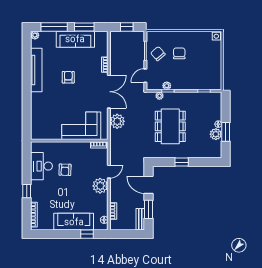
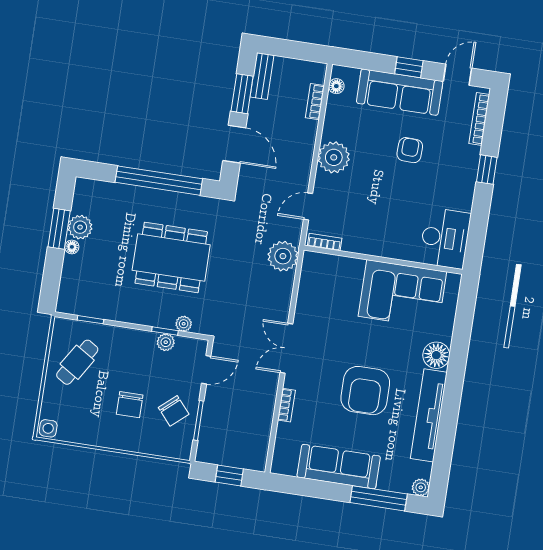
window: (84, 27) -> (316, 489), removed
cafe table: (207, 70) -> (77, 362), added
armchair: (68, 77) -> (365, 391), width x1.88, depth x1.88
double door: (109, 92) -> (286, 348), width x0.73
floor lamp: (37, 99) -> (436, 355), added
plant: (117, 121) -> (283, 256), moved
corner sofa: (81, 126) -> (402, 294), moved
dining table: (170, 126) -> (171, 257), turned 90
window: (182, 162) -> (159, 181), width x3.17
desk: (41, 166) -> (445, 238), moved
armchair: (65, 170) -> (410, 150), moved
door: (109, 172) -> (308, 206), moved
door: (47, 234) -> (458, 75), added
window: (87, 234) -> (409, 67), moved

